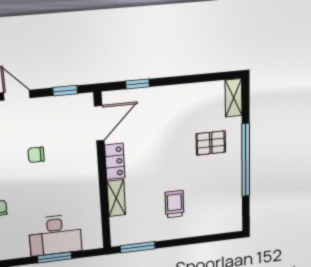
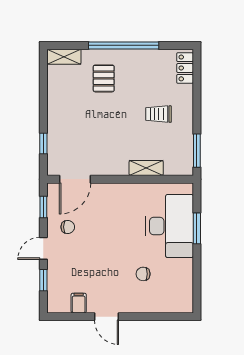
door: (99, 123) -> (75, 179), swing flipped
chair: (36, 155) -> (68, 227), moved, turned -90
locker: (115, 161) -> (185, 68), moved, turned -90
desk: (55, 235) -> (170, 226), width x1.36, depth x1.30

